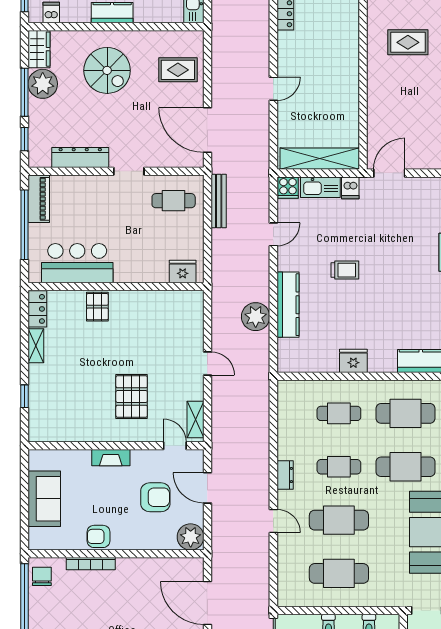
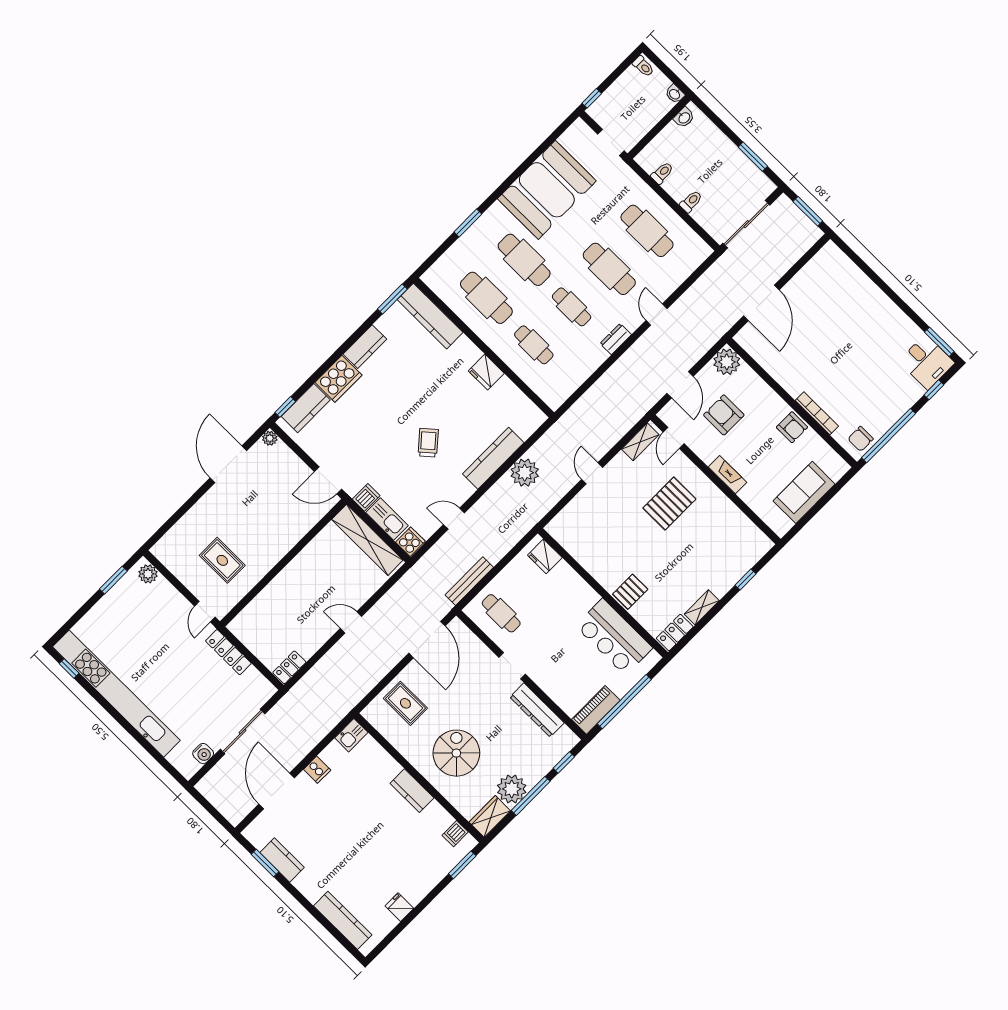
trolley: (345, 270) -> (428, 443), turned 49

